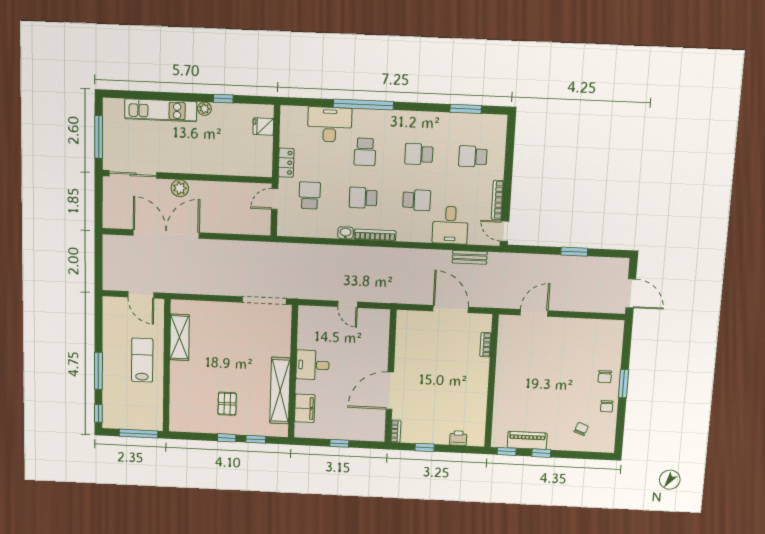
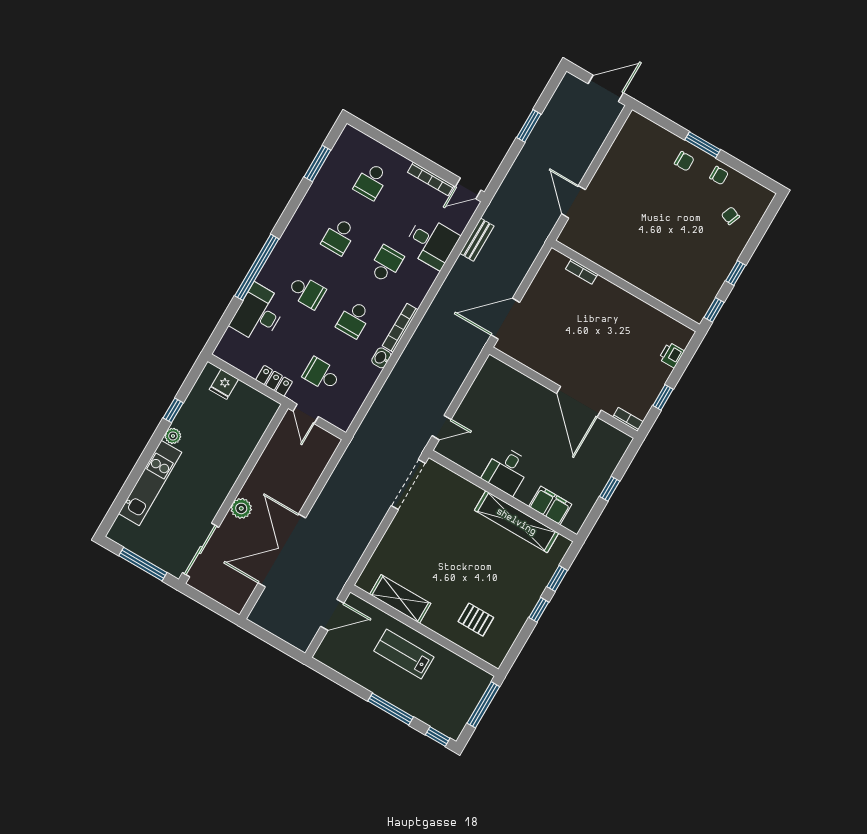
door: (348, 304) -> (442, 428), moved
door: (451, 309) -> (505, 319), moved
pallet: (227, 404) -> (476, 620), moved
piano: (527, 440) -> (713, 281), removed

